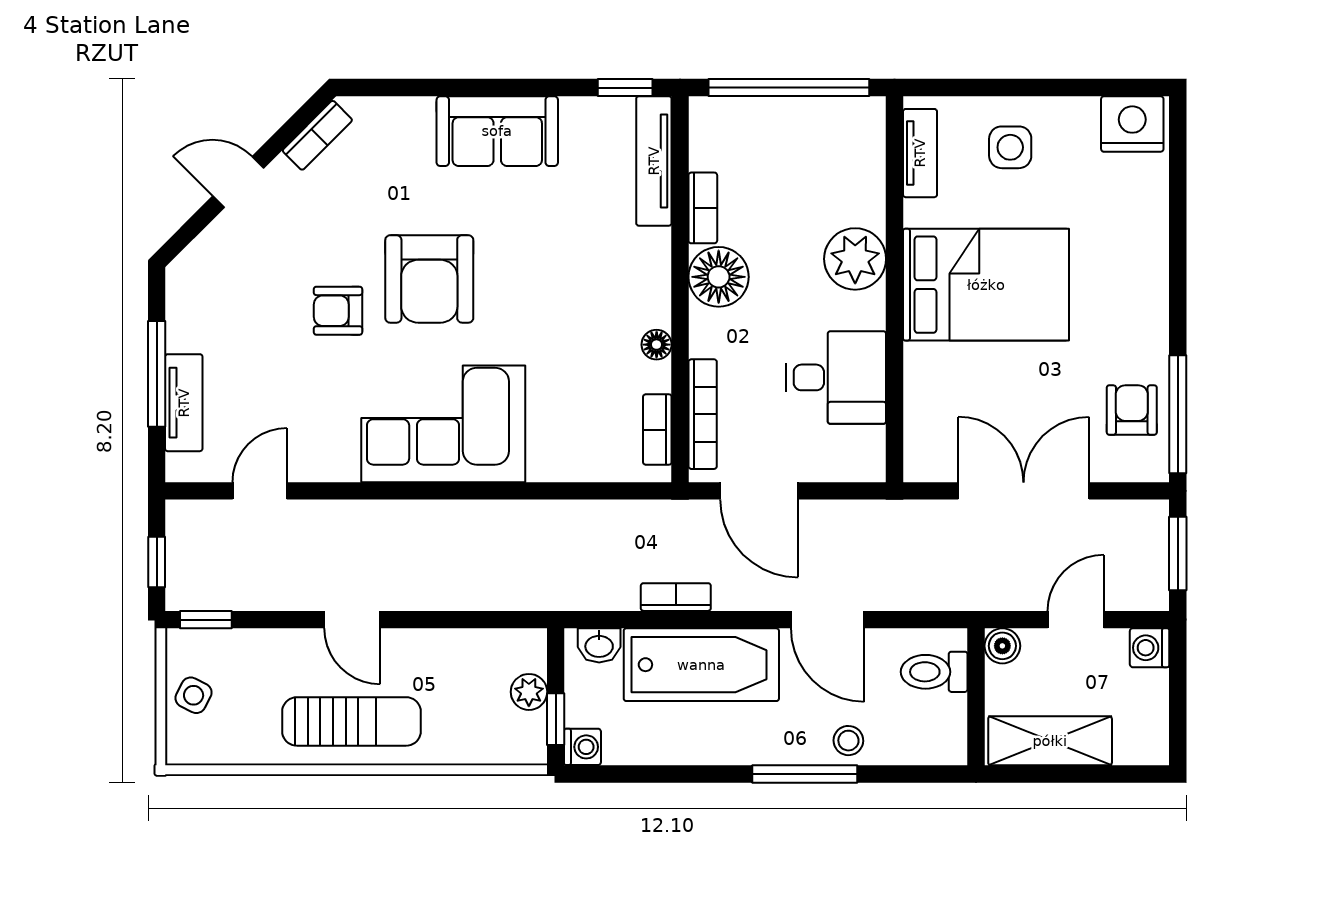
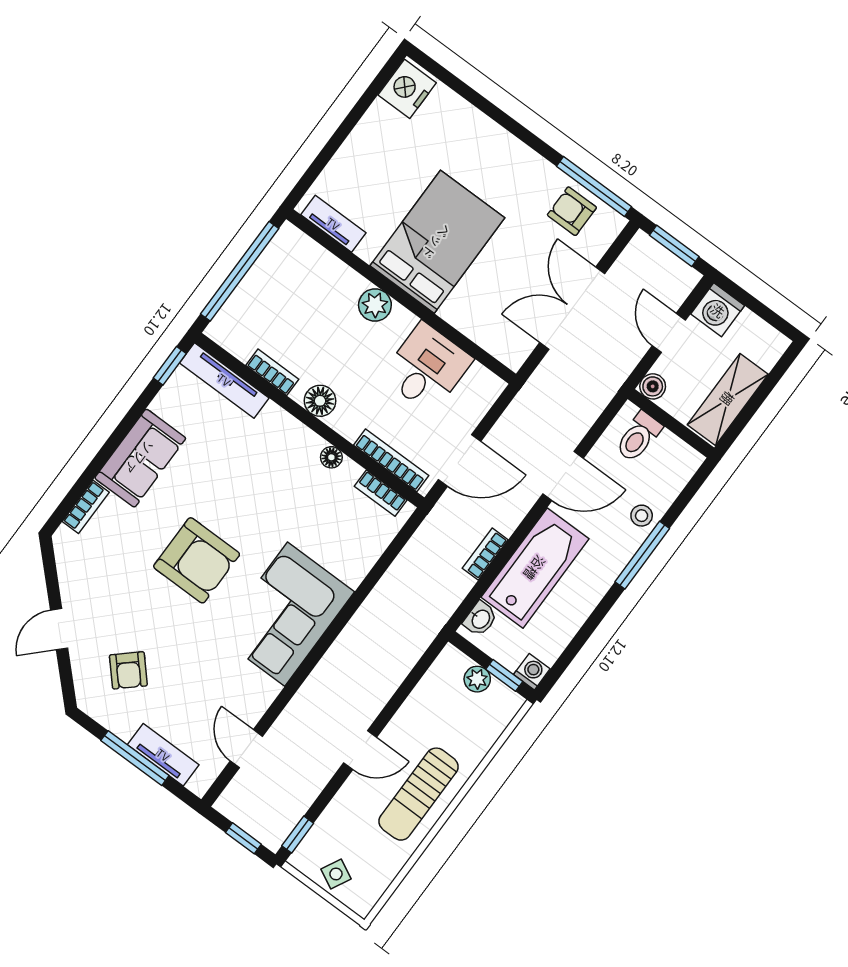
bookcase: (317, 135) -> (86, 507), moved, turned 45
side table: (1010, 147) -> (369, 169), removed
plant: (855, 259) -> (375, 305), width x0.73, depth x0.73
floor lamp: (719, 277) -> (320, 401), width x0.73, depth x0.73
armchair: (338, 311) -> (128, 670), moved, turned -42
washing machine: (1150, 648) -> (718, 310), width x1.38, depth x1.38
sun lounger: (351, 721) -> (419, 794), turned 180

